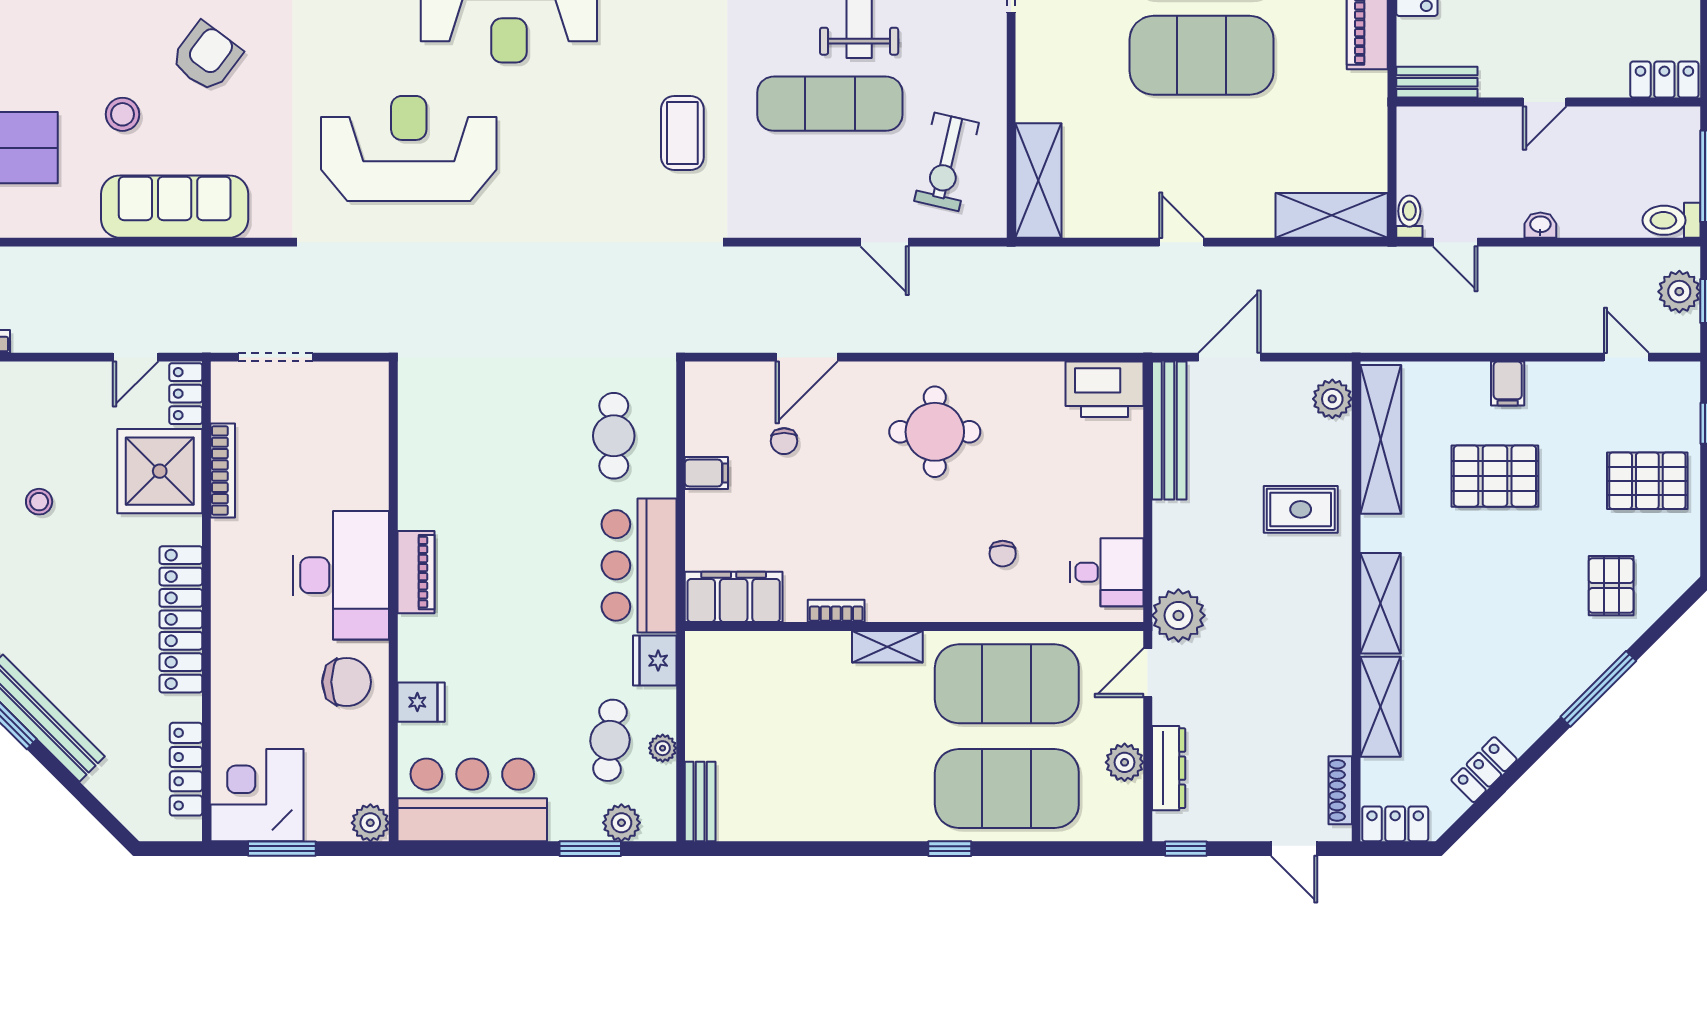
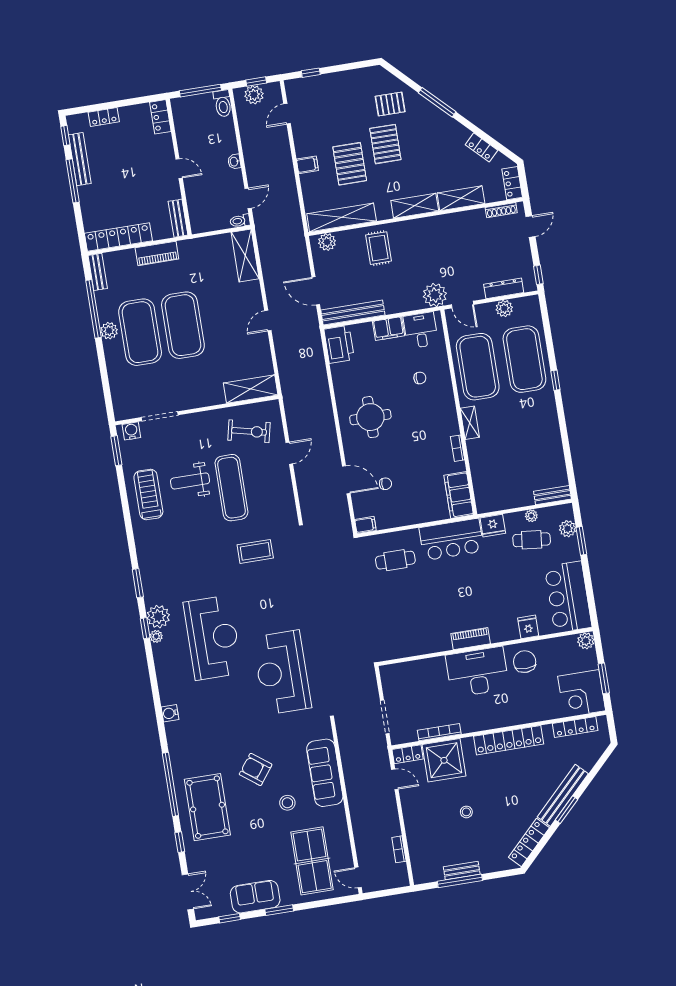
filing cabinet: (706, 473) -> (365, 525), moved, turned 90
pallet: (1647, 481) -> (385, 144), moved
filing cabinet: (1122, 503) -> (389, 328), added

